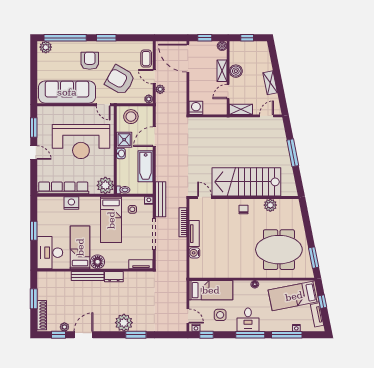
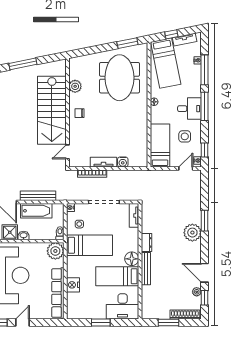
bench: (161, 199) -> (38, 196), moved

